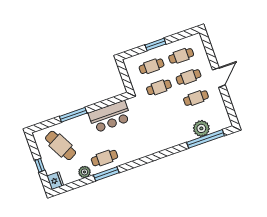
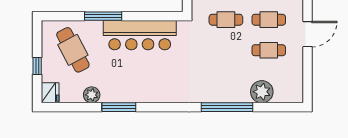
bar counter: (110, 117) -> (140, 35), width x1.36
window: (205, 139) -> (227, 107), moved
cafe table: (104, 158) -> (124, 86), removed

